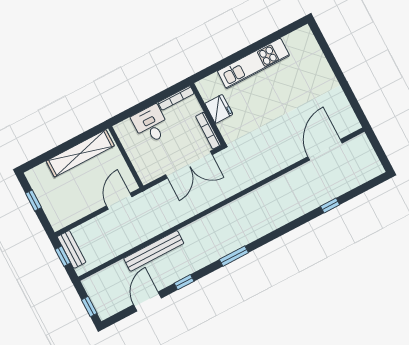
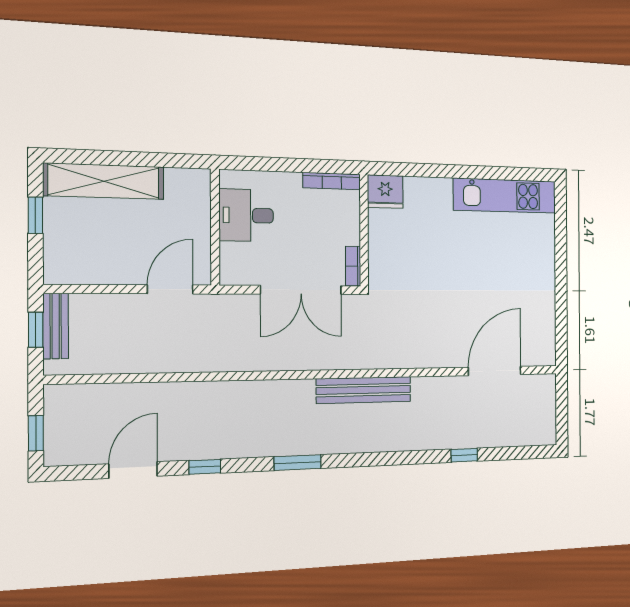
kitchen unit: (253, 63) -> (505, 196), moved
fridge: (219, 109) -> (385, 192), moved, turned 90
desk: (151, 124) -> (246, 215), moved, turned -90
bookcase: (208, 131) -> (353, 266), width x0.64
shelving: (80, 153) -> (104, 181), moved
bench: (154, 251) -> (364, 390), moved

